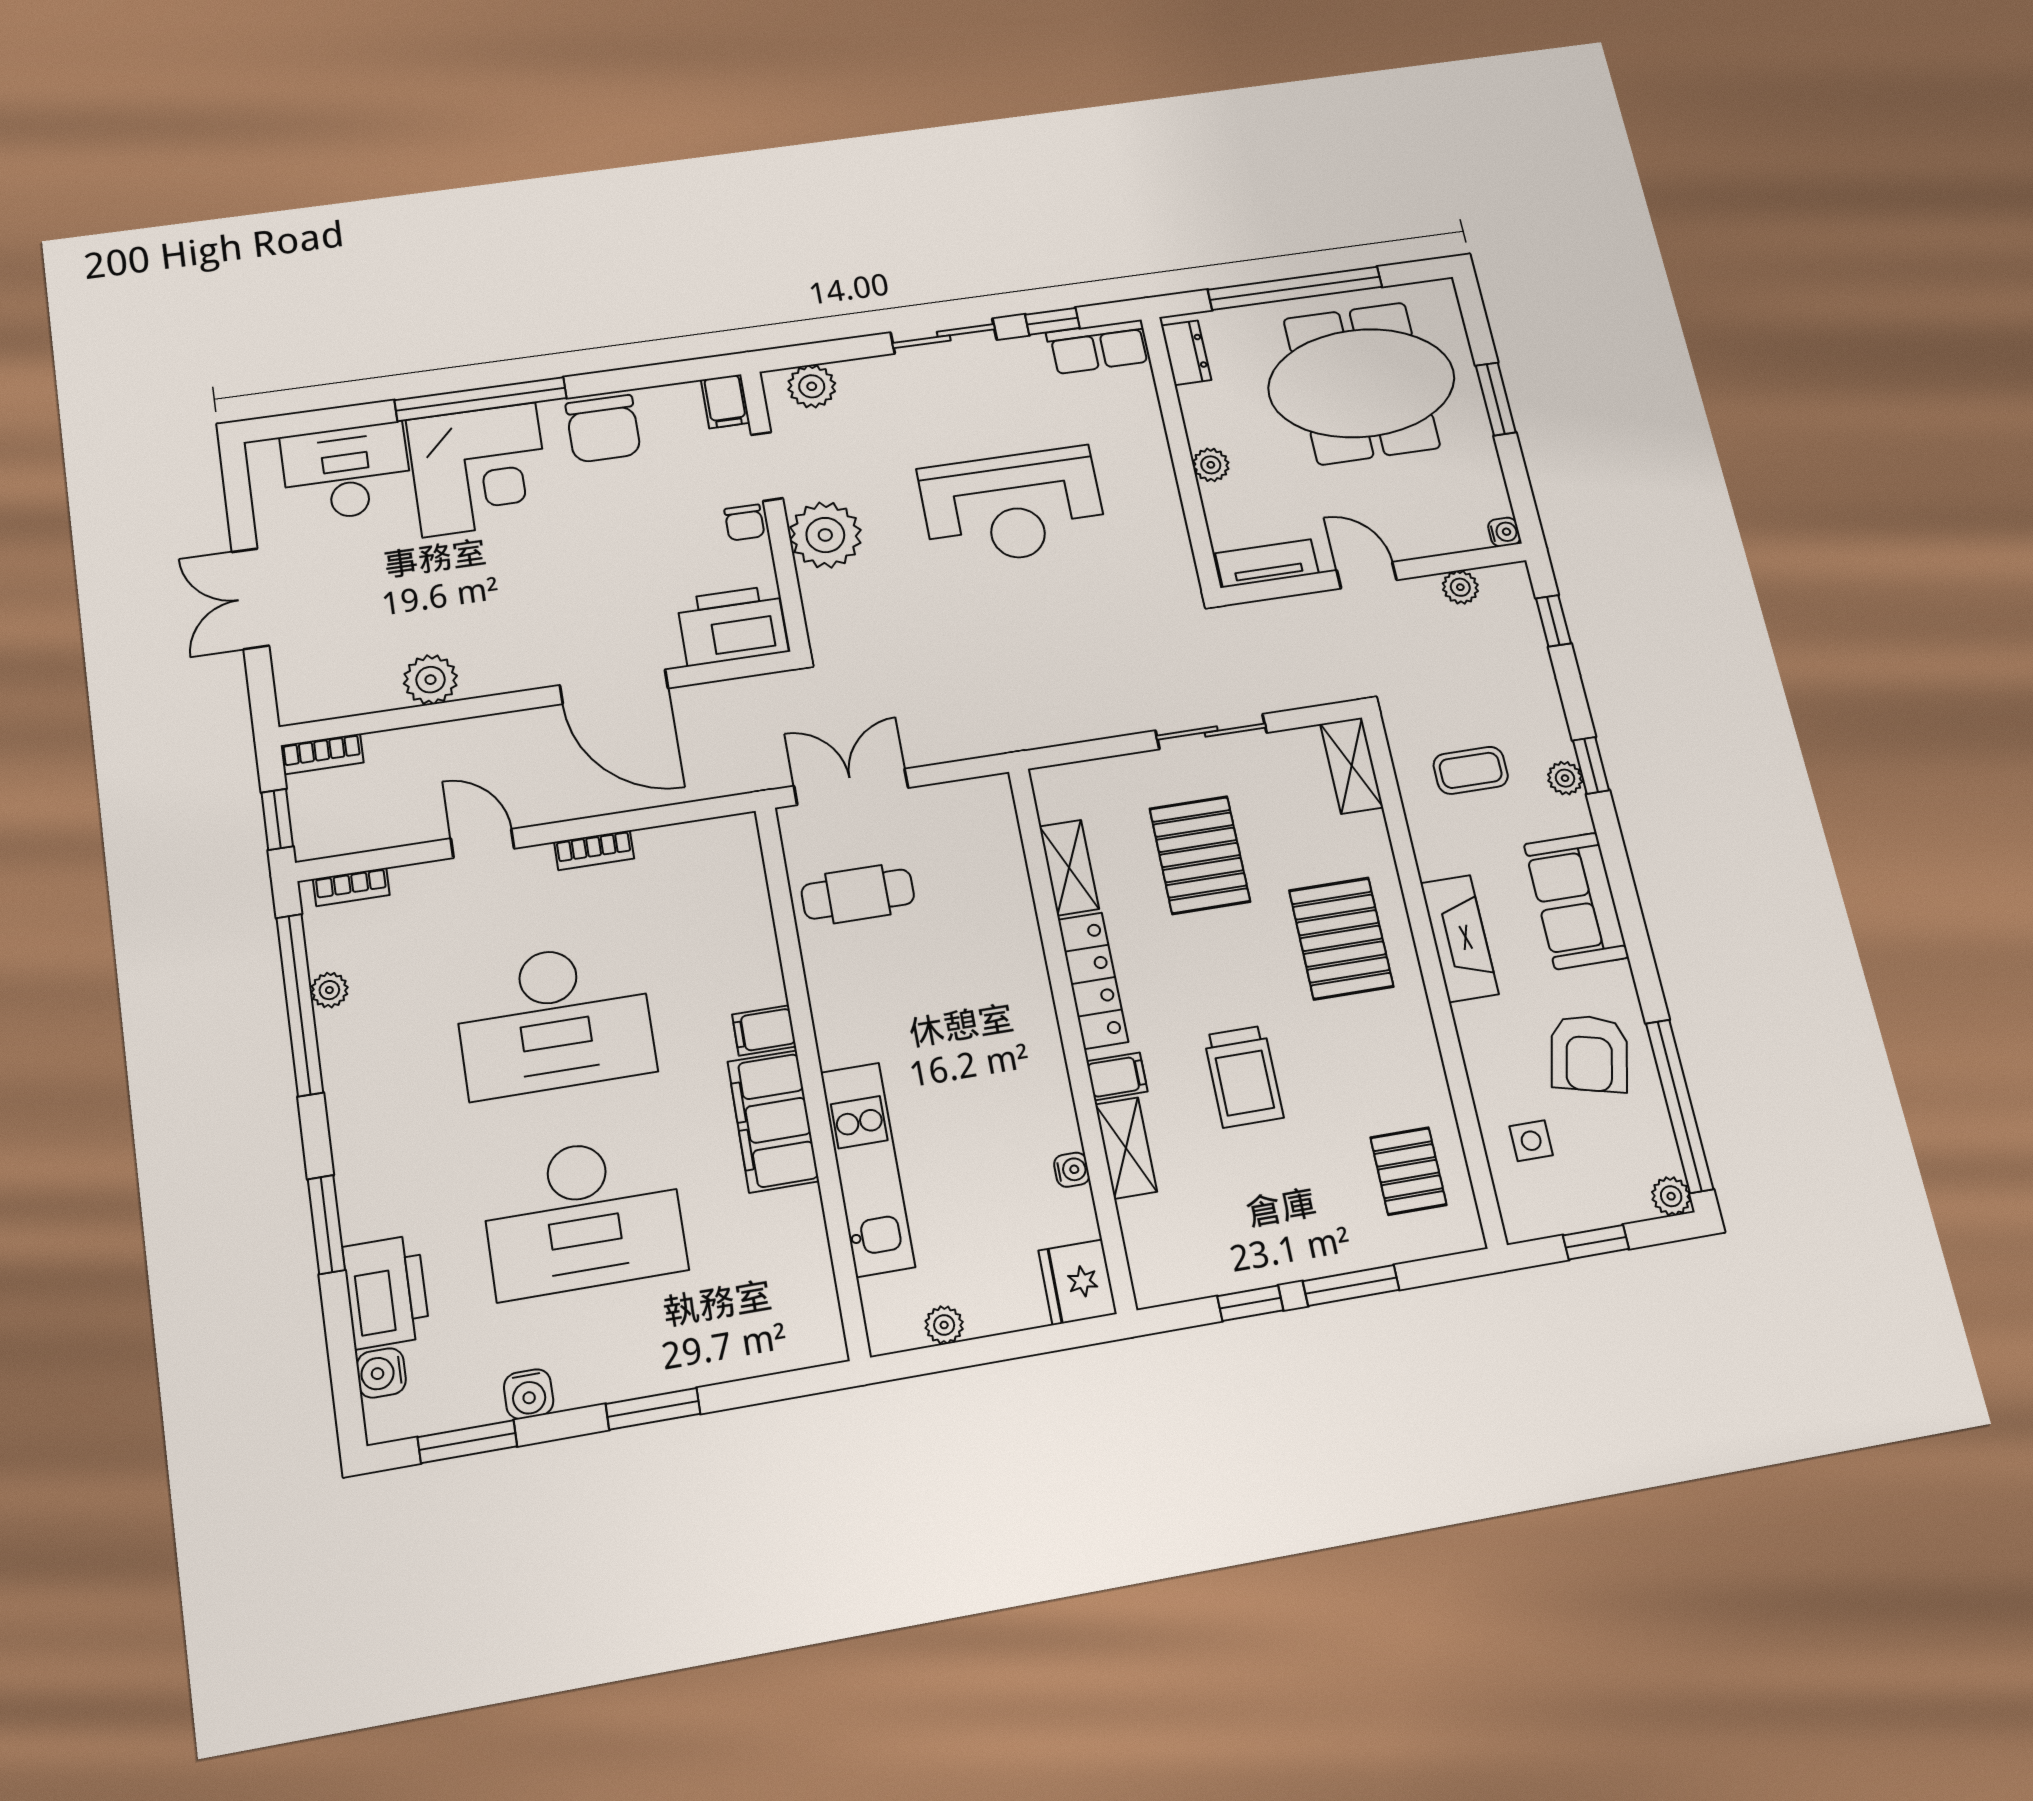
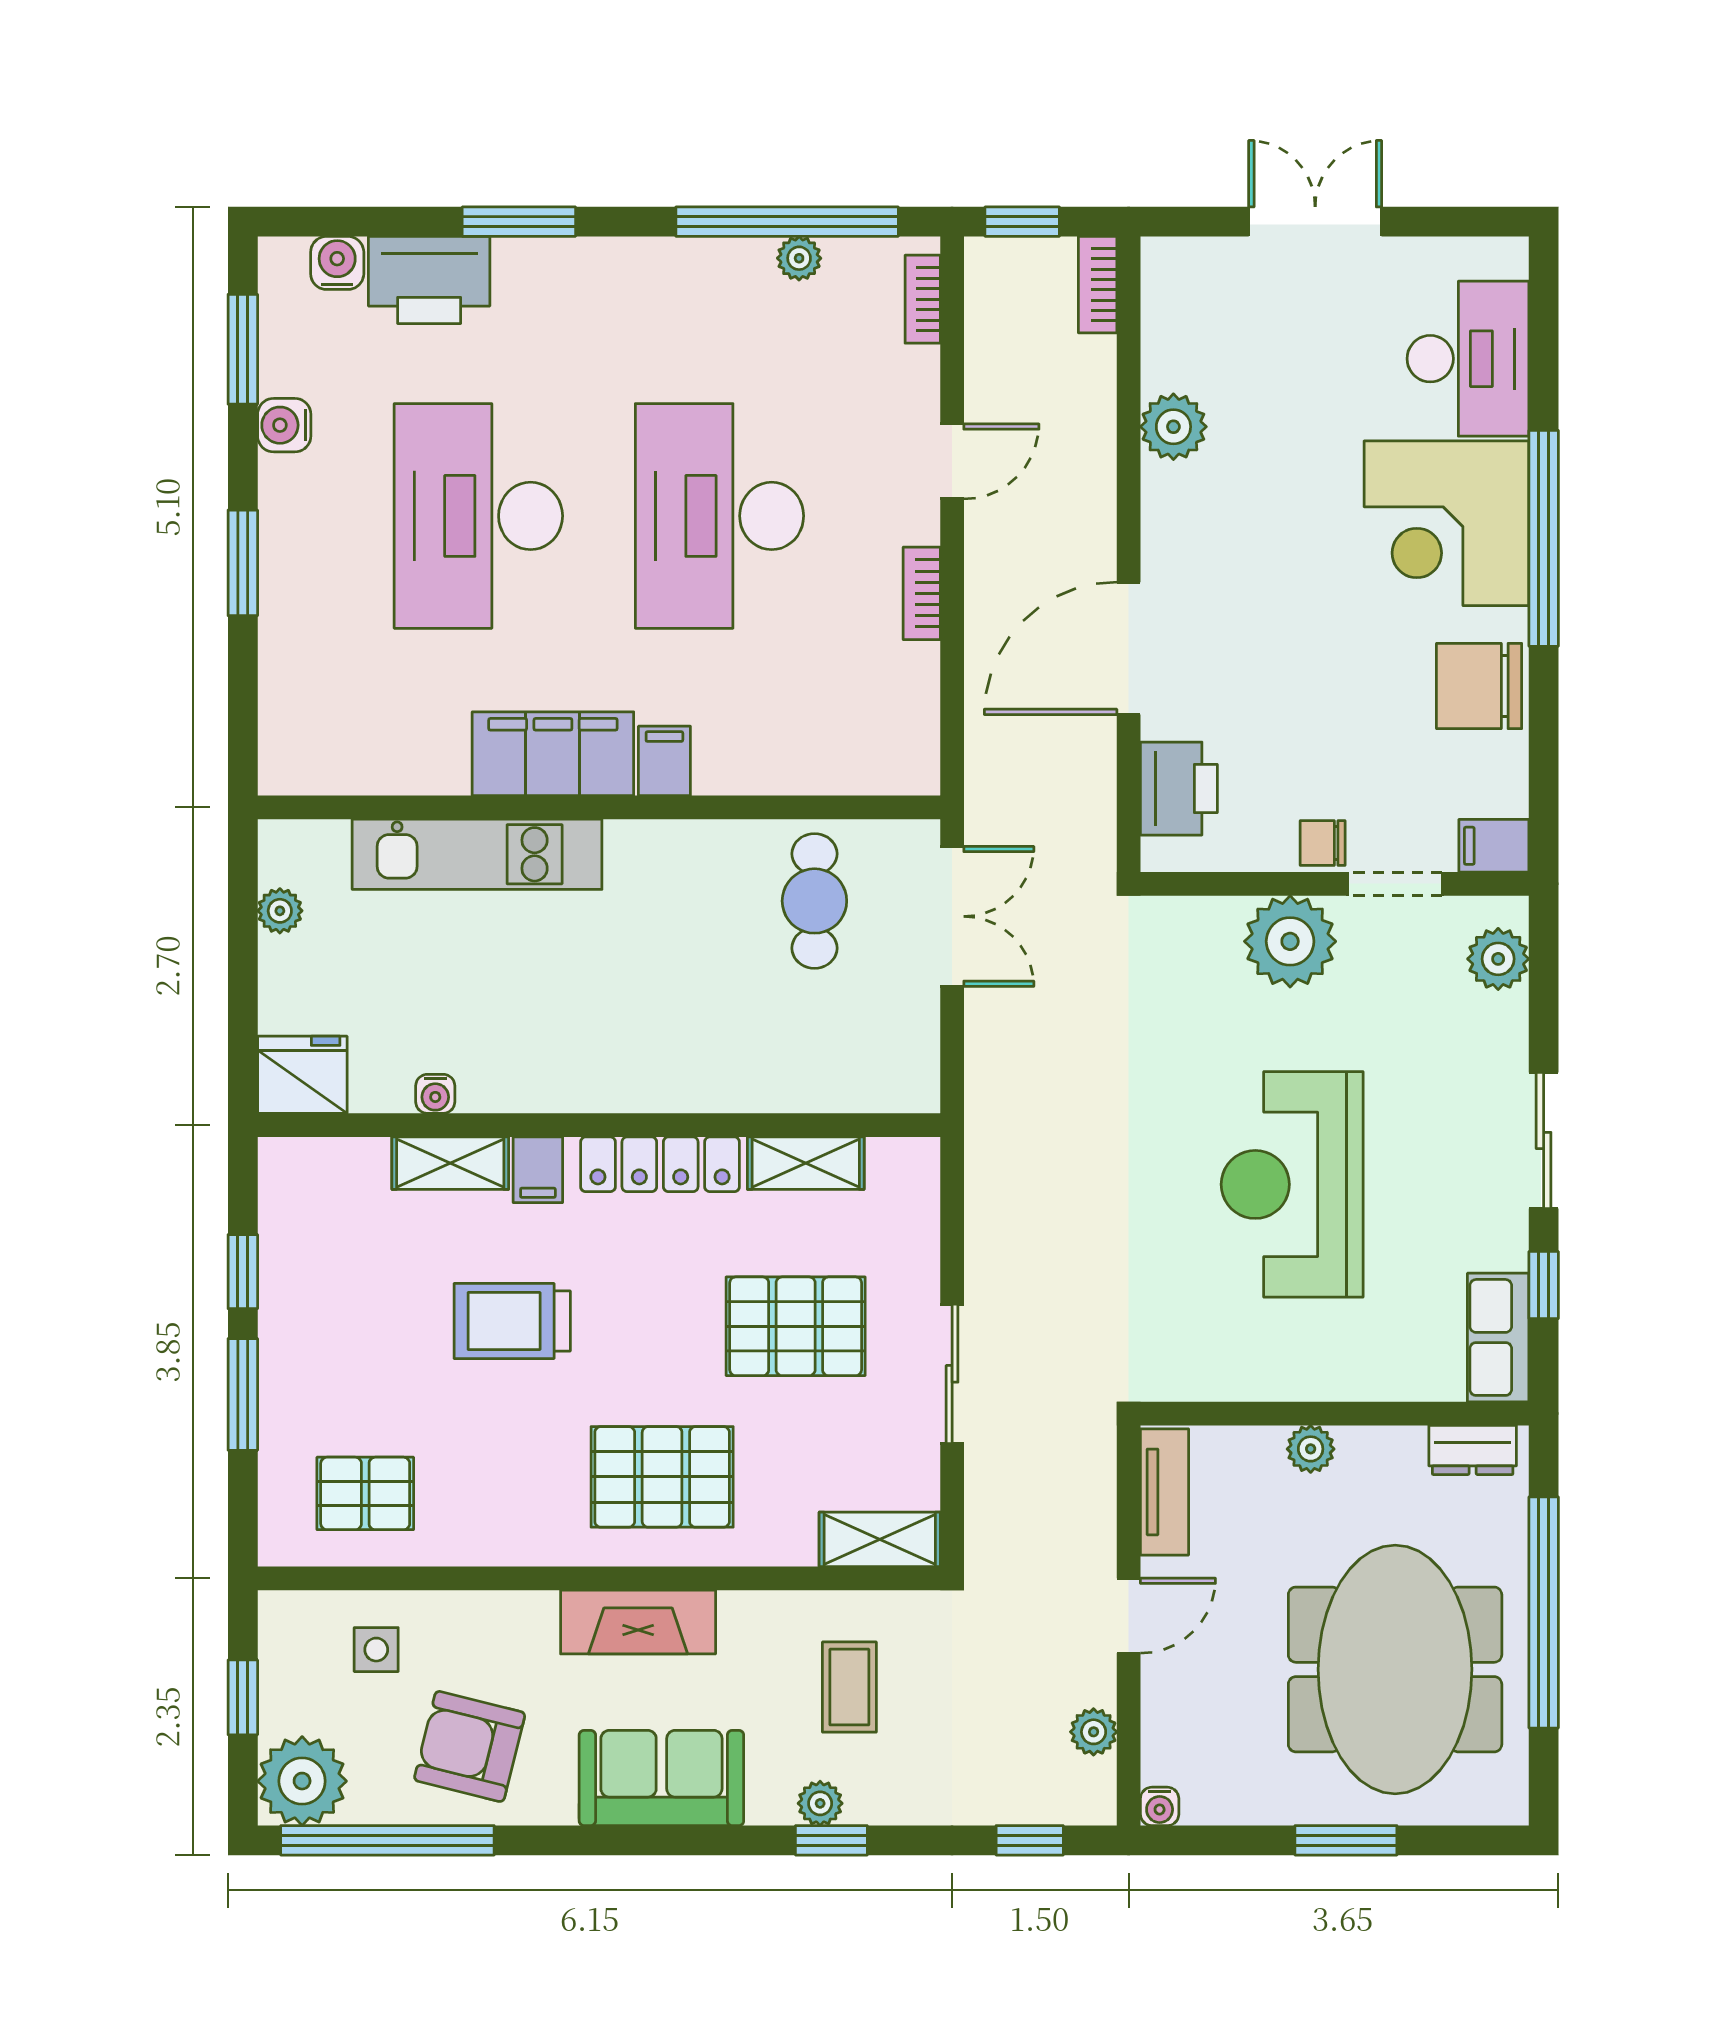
printer: (732, 626) -> (1179, 789), width x0.73, depth x0.84
plant: (1671, 1196) -> (302, 1781), width x1.88, depth x1.88

